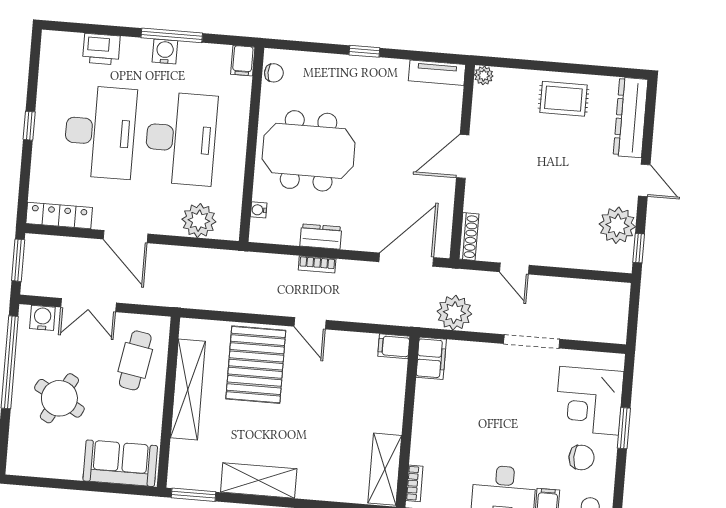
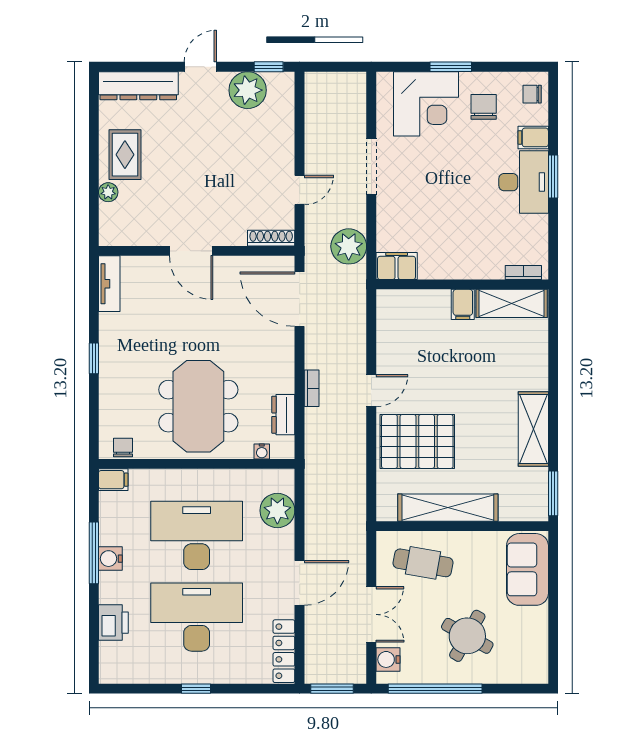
plant: (484, 75) -> (108, 192), moved
dresser: (321, 237) -> (283, 415), moved
filing cabinet: (394, 346) -> (463, 304), moved

